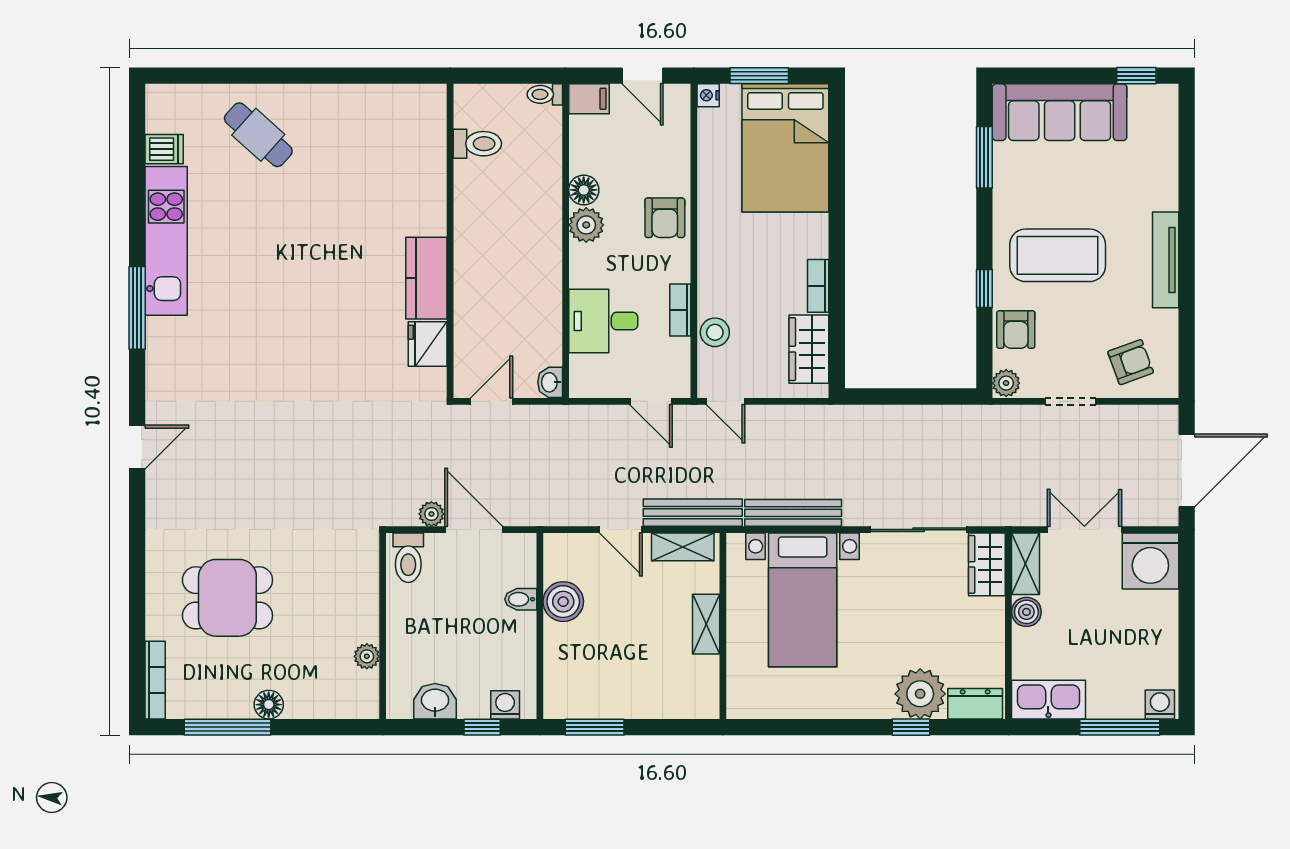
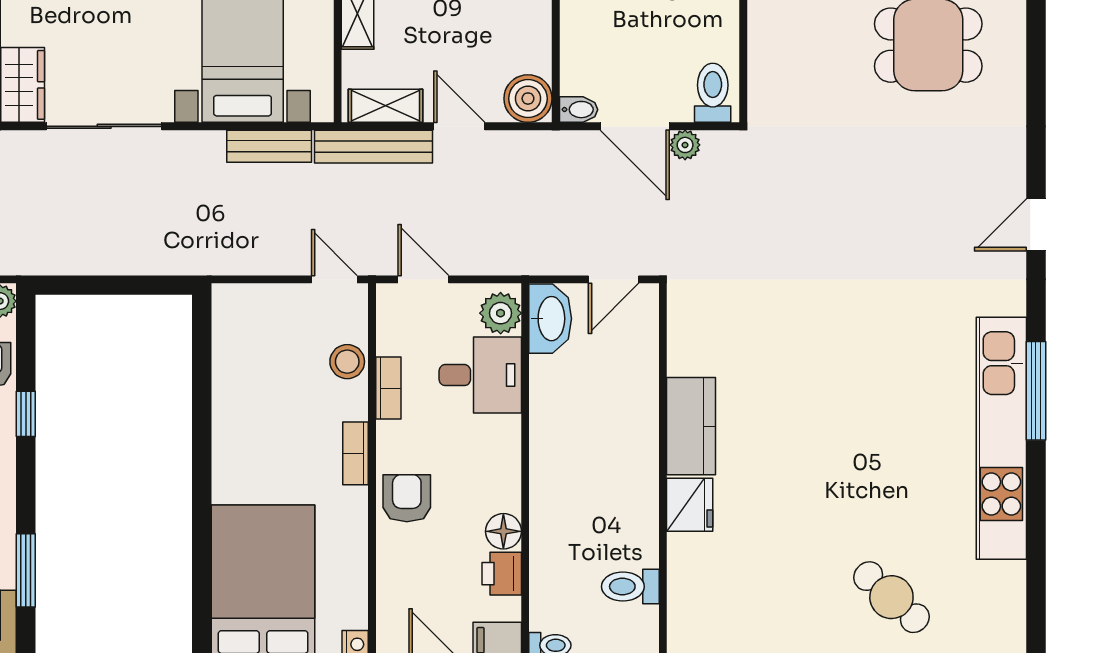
dishwasher: (164, 149) -> (1004, 580), removed
printer: (585, 154) -> (502, 574), added
plant: (586, 225) -> (501, 313), moved
kitchen unit: (166, 241) -> (1001, 438), width x1.36
bookcase: (818, 286) -> (356, 453), moved, turned 180
fridge: (428, 344) -> (690, 505), moved
wardrobe: (809, 349) -> (235, 342), removed
washbasin: (550, 382) -> (550, 319), width x1.91, depth x1.45
bench: (793, 513) -> (269, 146), width x0.73
bidet: (521, 599) -> (579, 110), moved
boiler: (563, 602) -> (528, 99), moved

